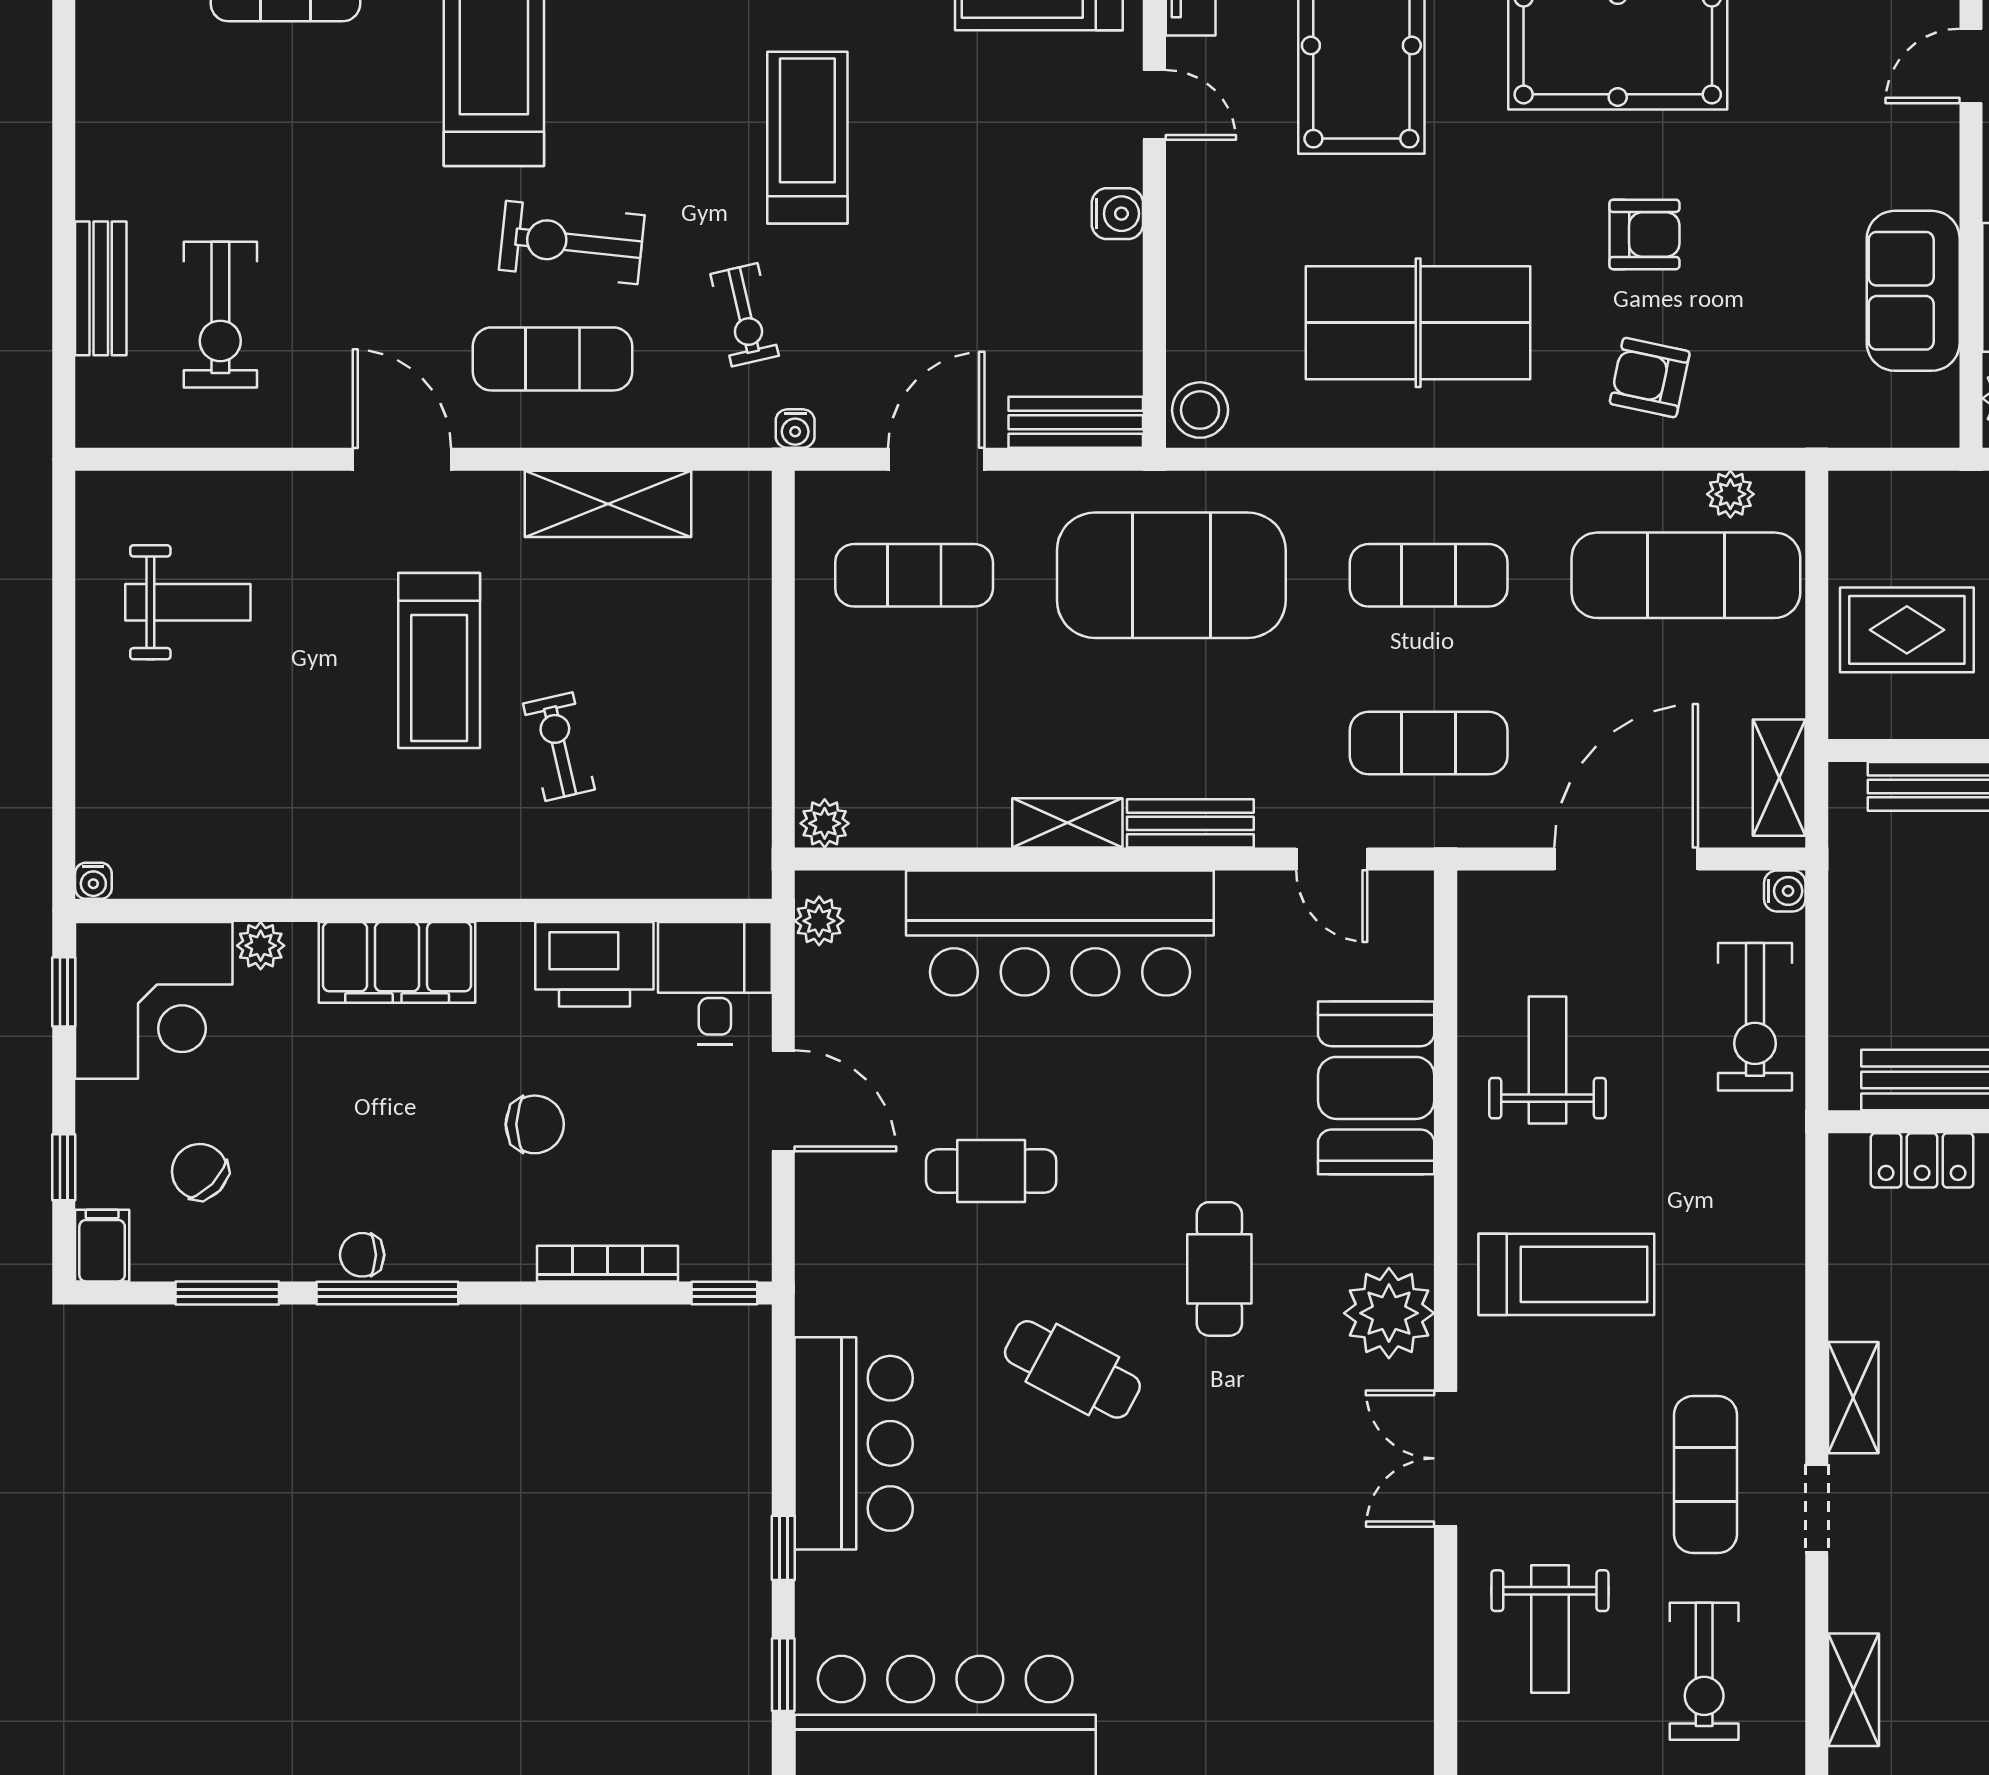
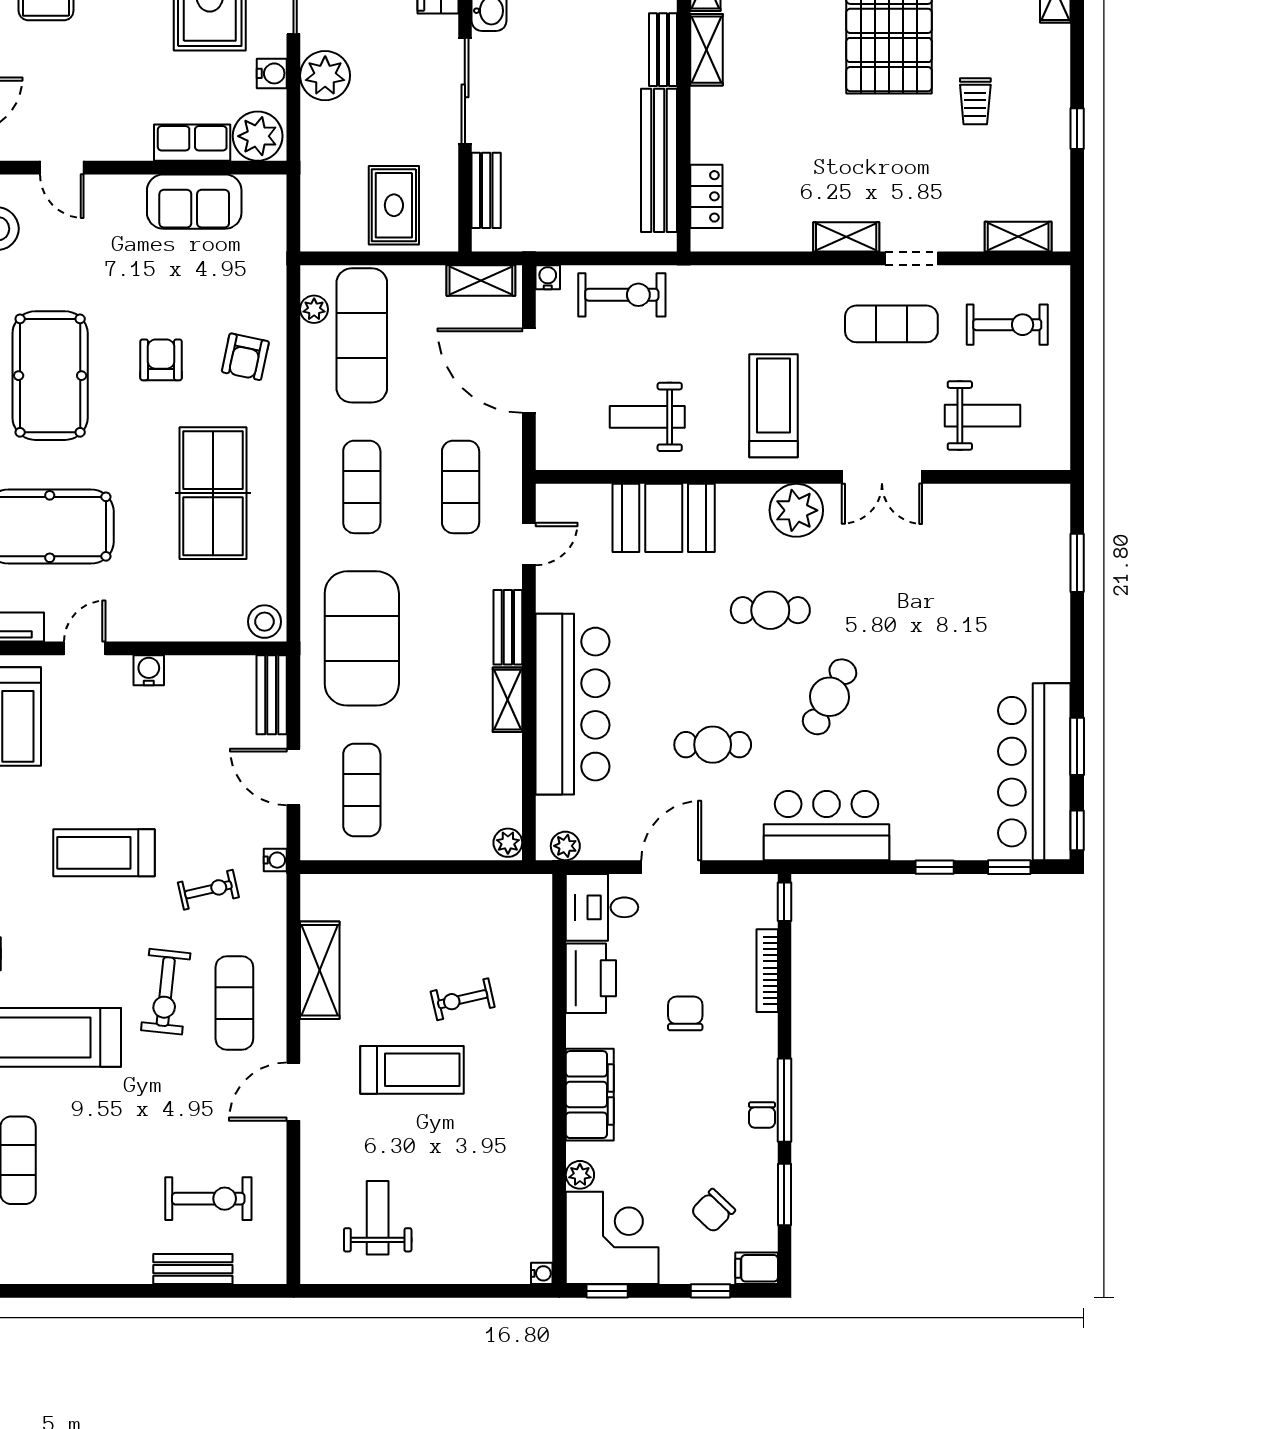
cafe table: (991, 1171) -> (713, 745), turned 90
bar counter: (854, 1443) -> (826, 826), moved

